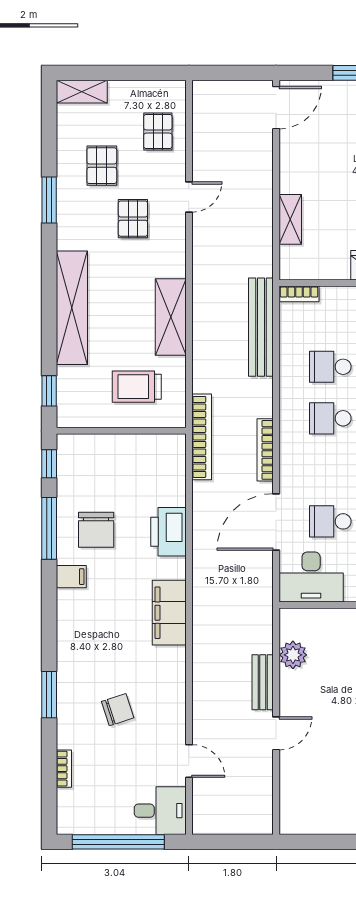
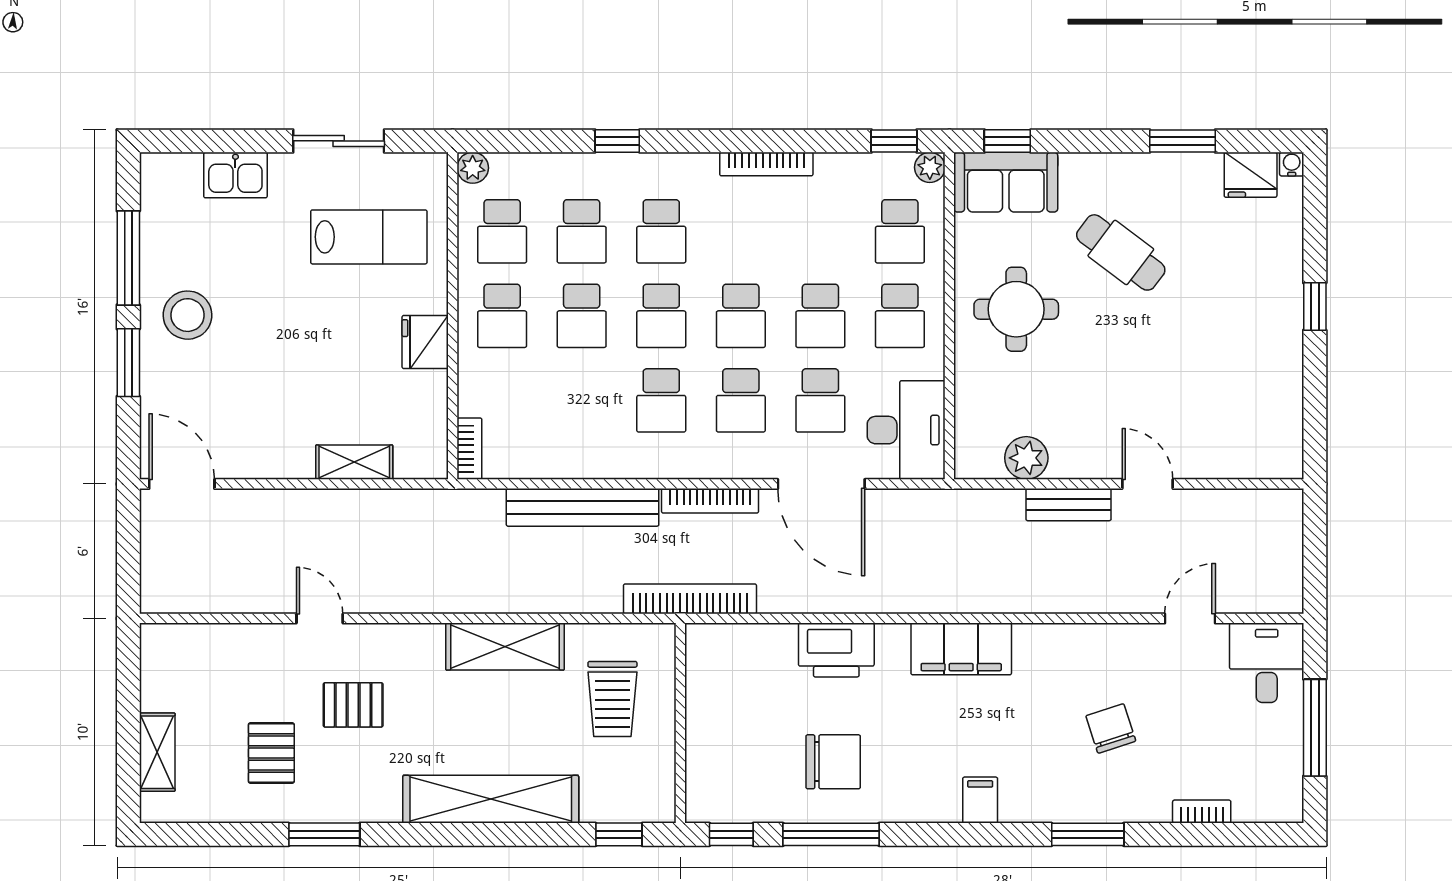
shelving: (82, 92) -> (157, 752), moved
pallet: (158, 132) -> (219, 666), removed
pallet: (102, 166) -> (271, 753), turned 90
bench: (261, 327) -> (583, 507), moved
school desk: (330, 367) -> (741, 400), moved
filing cabinet: (71, 577) -> (980, 800), moved
window: (118, 842) -> (1315, 728), width x0.68

